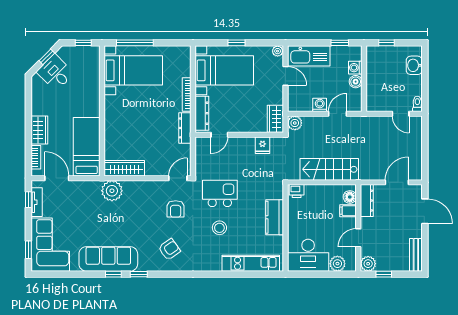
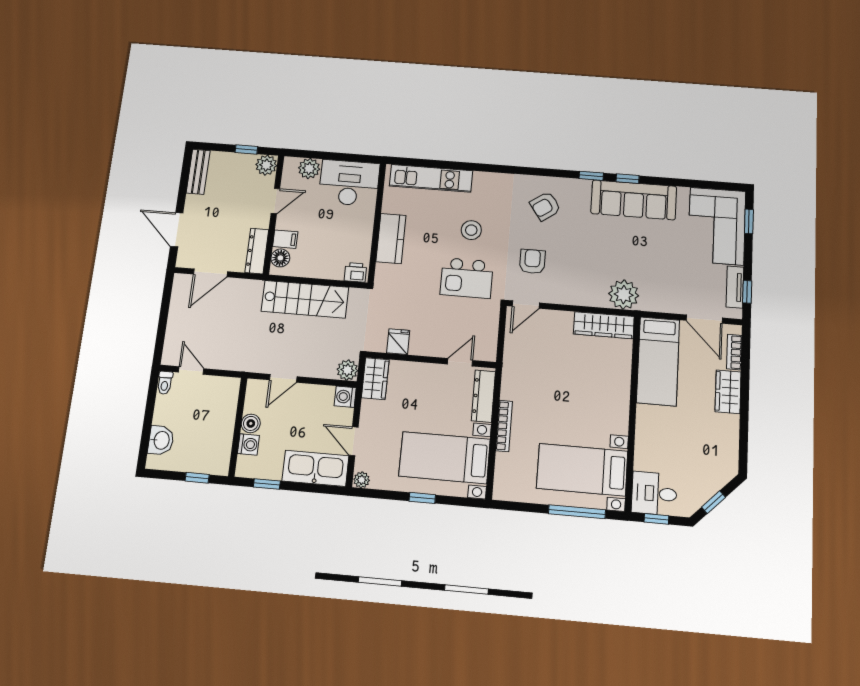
desk: (55, 73) -> (654, 493), moved, turned 135
washing machine: (320, 105) -> (345, 397), moved, turned 90
dresser: (185, 128) -> (510, 377), removed

